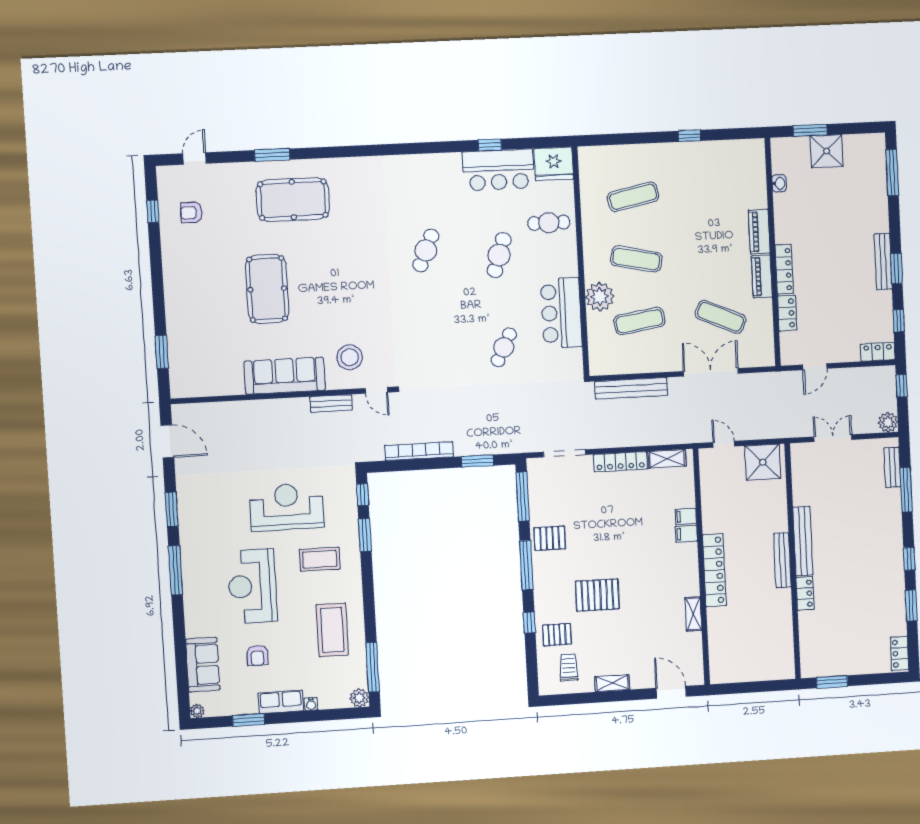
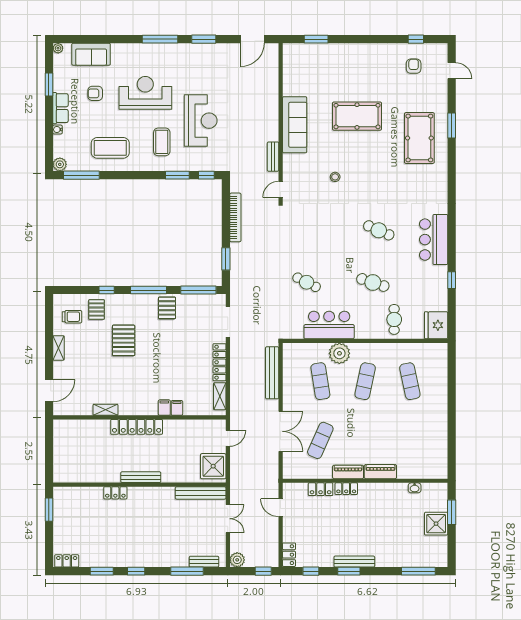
window: (690, 136) -> (452, 424), removed
bar counter: (498, 170) -> (434, 240), moved
locker: (784, 269) -> (346, 489), width x0.66
stool: (350, 357) -> (335, 177), moved, width x0.53, depth x0.53
bench: (803, 541) -> (201, 493), moved

